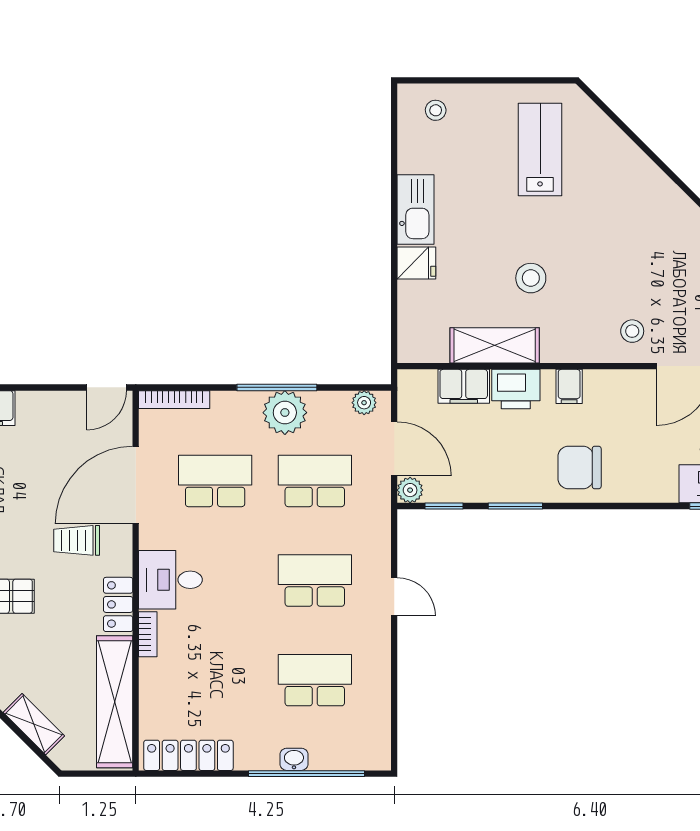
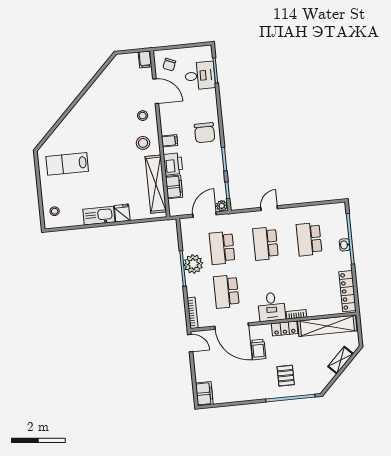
stool: (531, 278) -> (143, 143), moved
shelving: (495, 345) -> (156, 184), width x1.47
plant: (364, 403) -> (186, 230), removed

